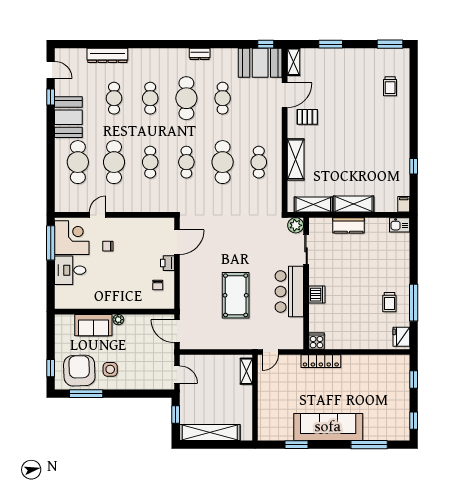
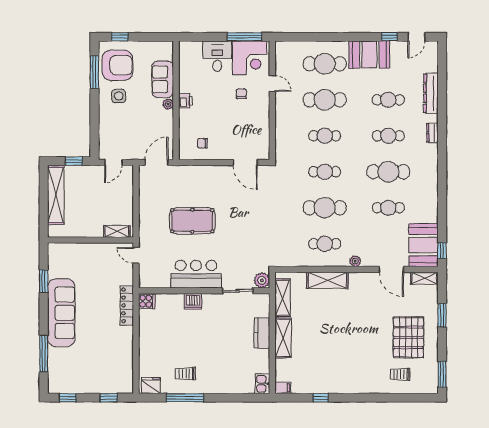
dresser: (200, 54) -> (432, 133), moved
pallet: (307, 117) -> (408, 337), moved, width x2.05, depth x2.00
plant: (276, 131) -> (355, 261), added
printer: (168, 263) -> (185, 101), moved, turned 90

